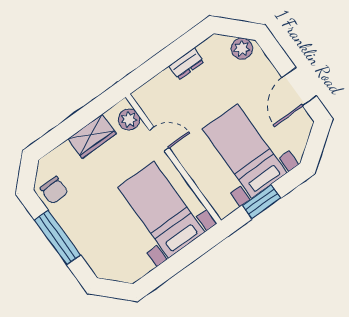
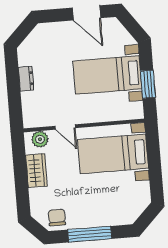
plant: (242, 49) -> (38, 36), removed
door: (159, 139) -> (65, 127), swing flipped
chair: (54, 190) -> (57, 217), turned -90

